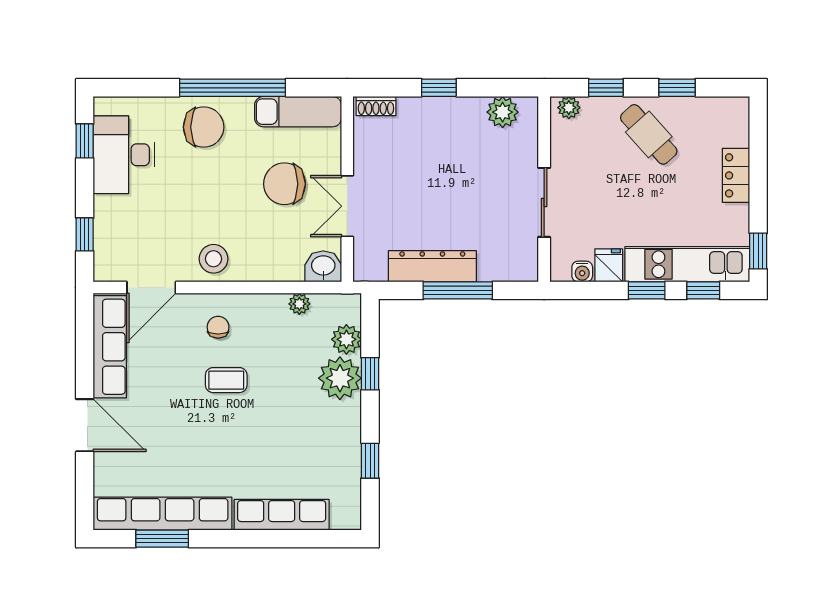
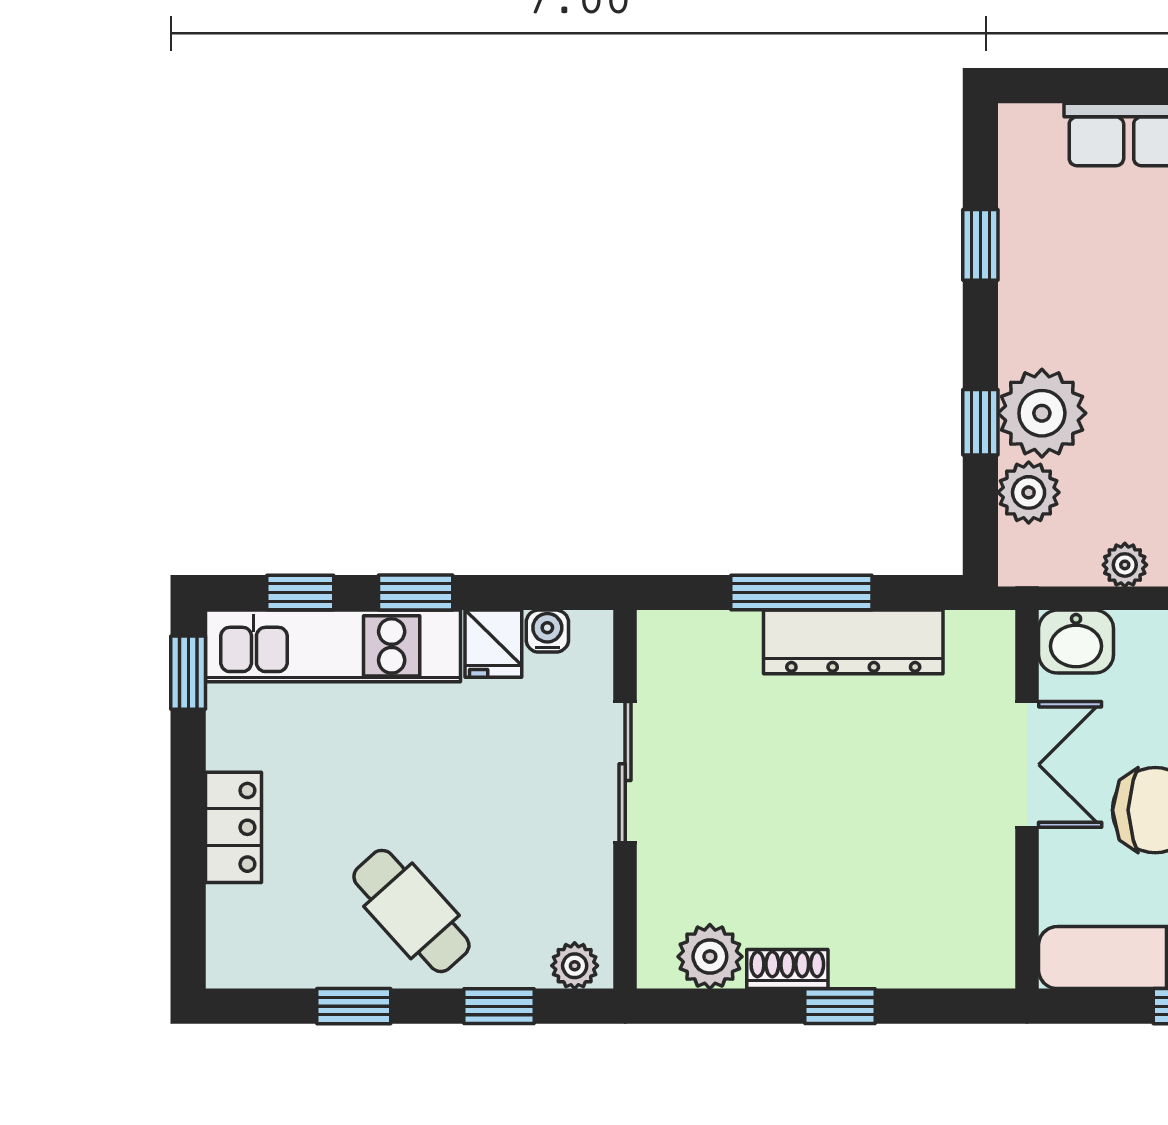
shoe rack: (376, 106) -> (787, 969), moved

